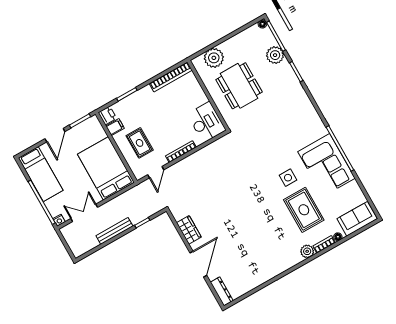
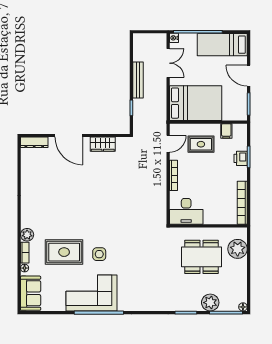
printer: (107, 115) -> (241, 158), moved, turned 90
door: (156, 172) -> (168, 144), swing flipped

